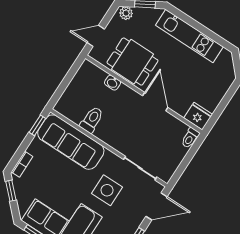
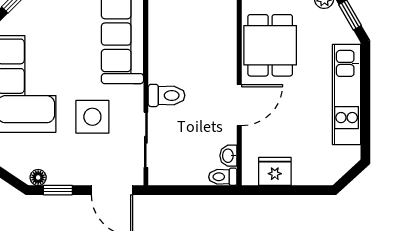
washbasin: (113, 83) -> (228, 156), moved
fridge: (198, 116) -> (275, 171), moved, turned -90
toilet: (92, 120) -> (167, 95), moved

